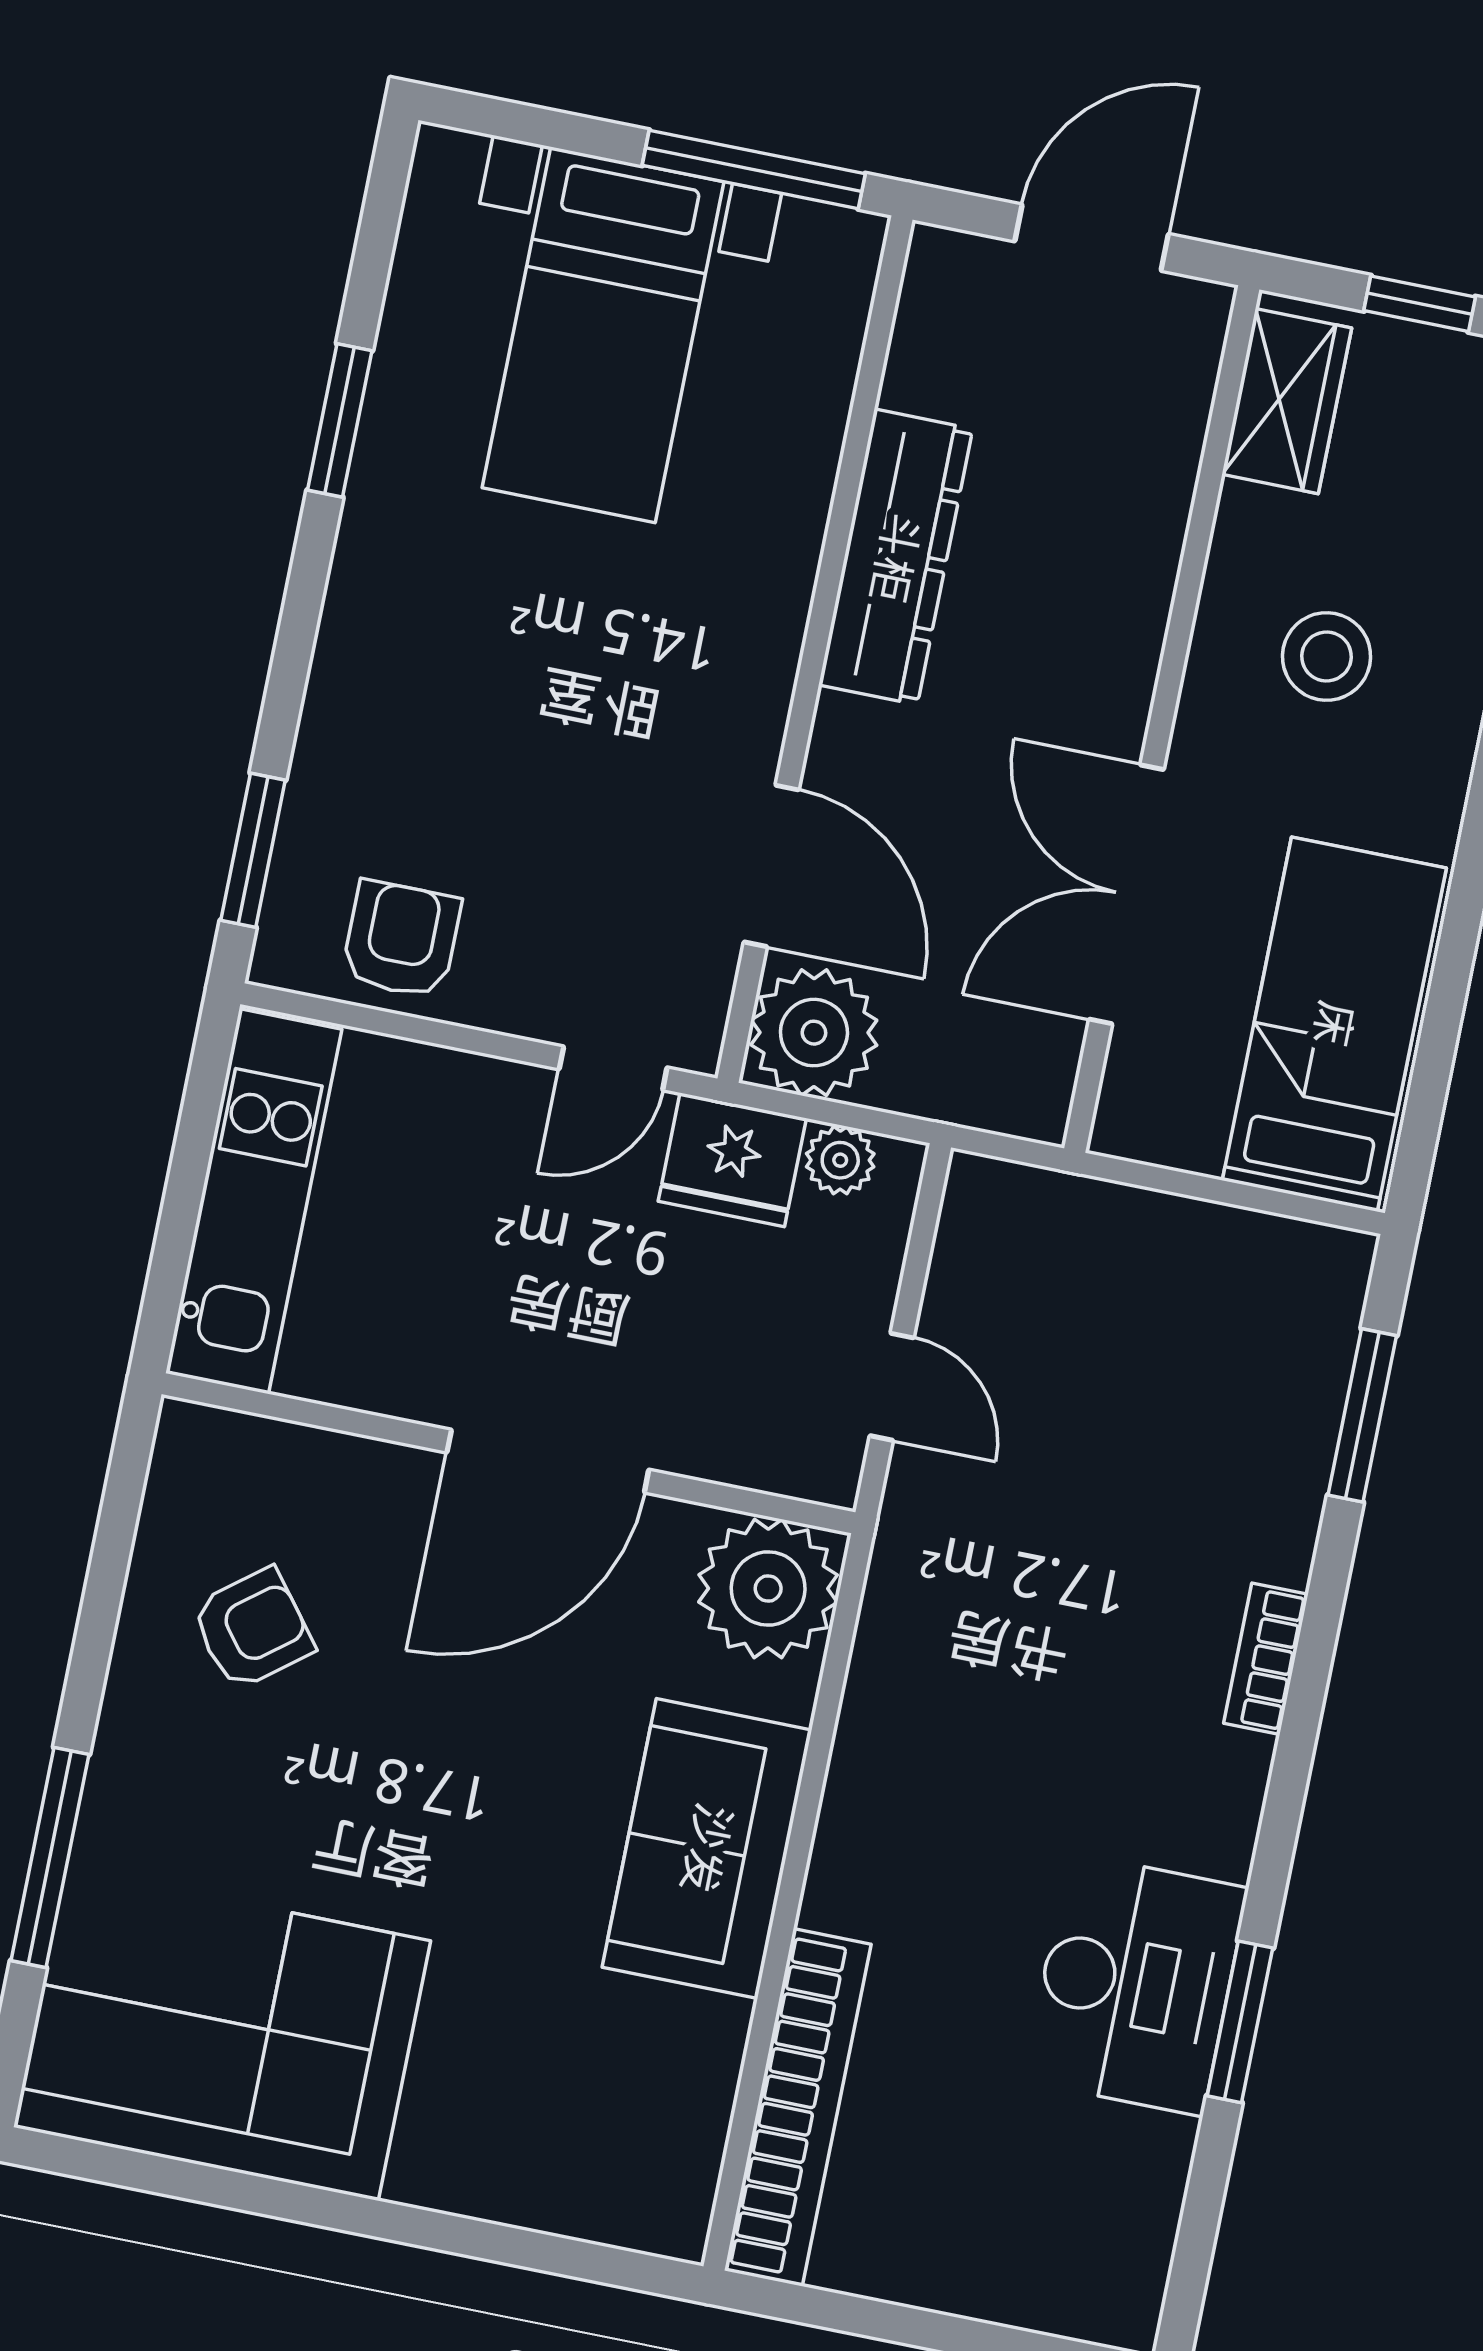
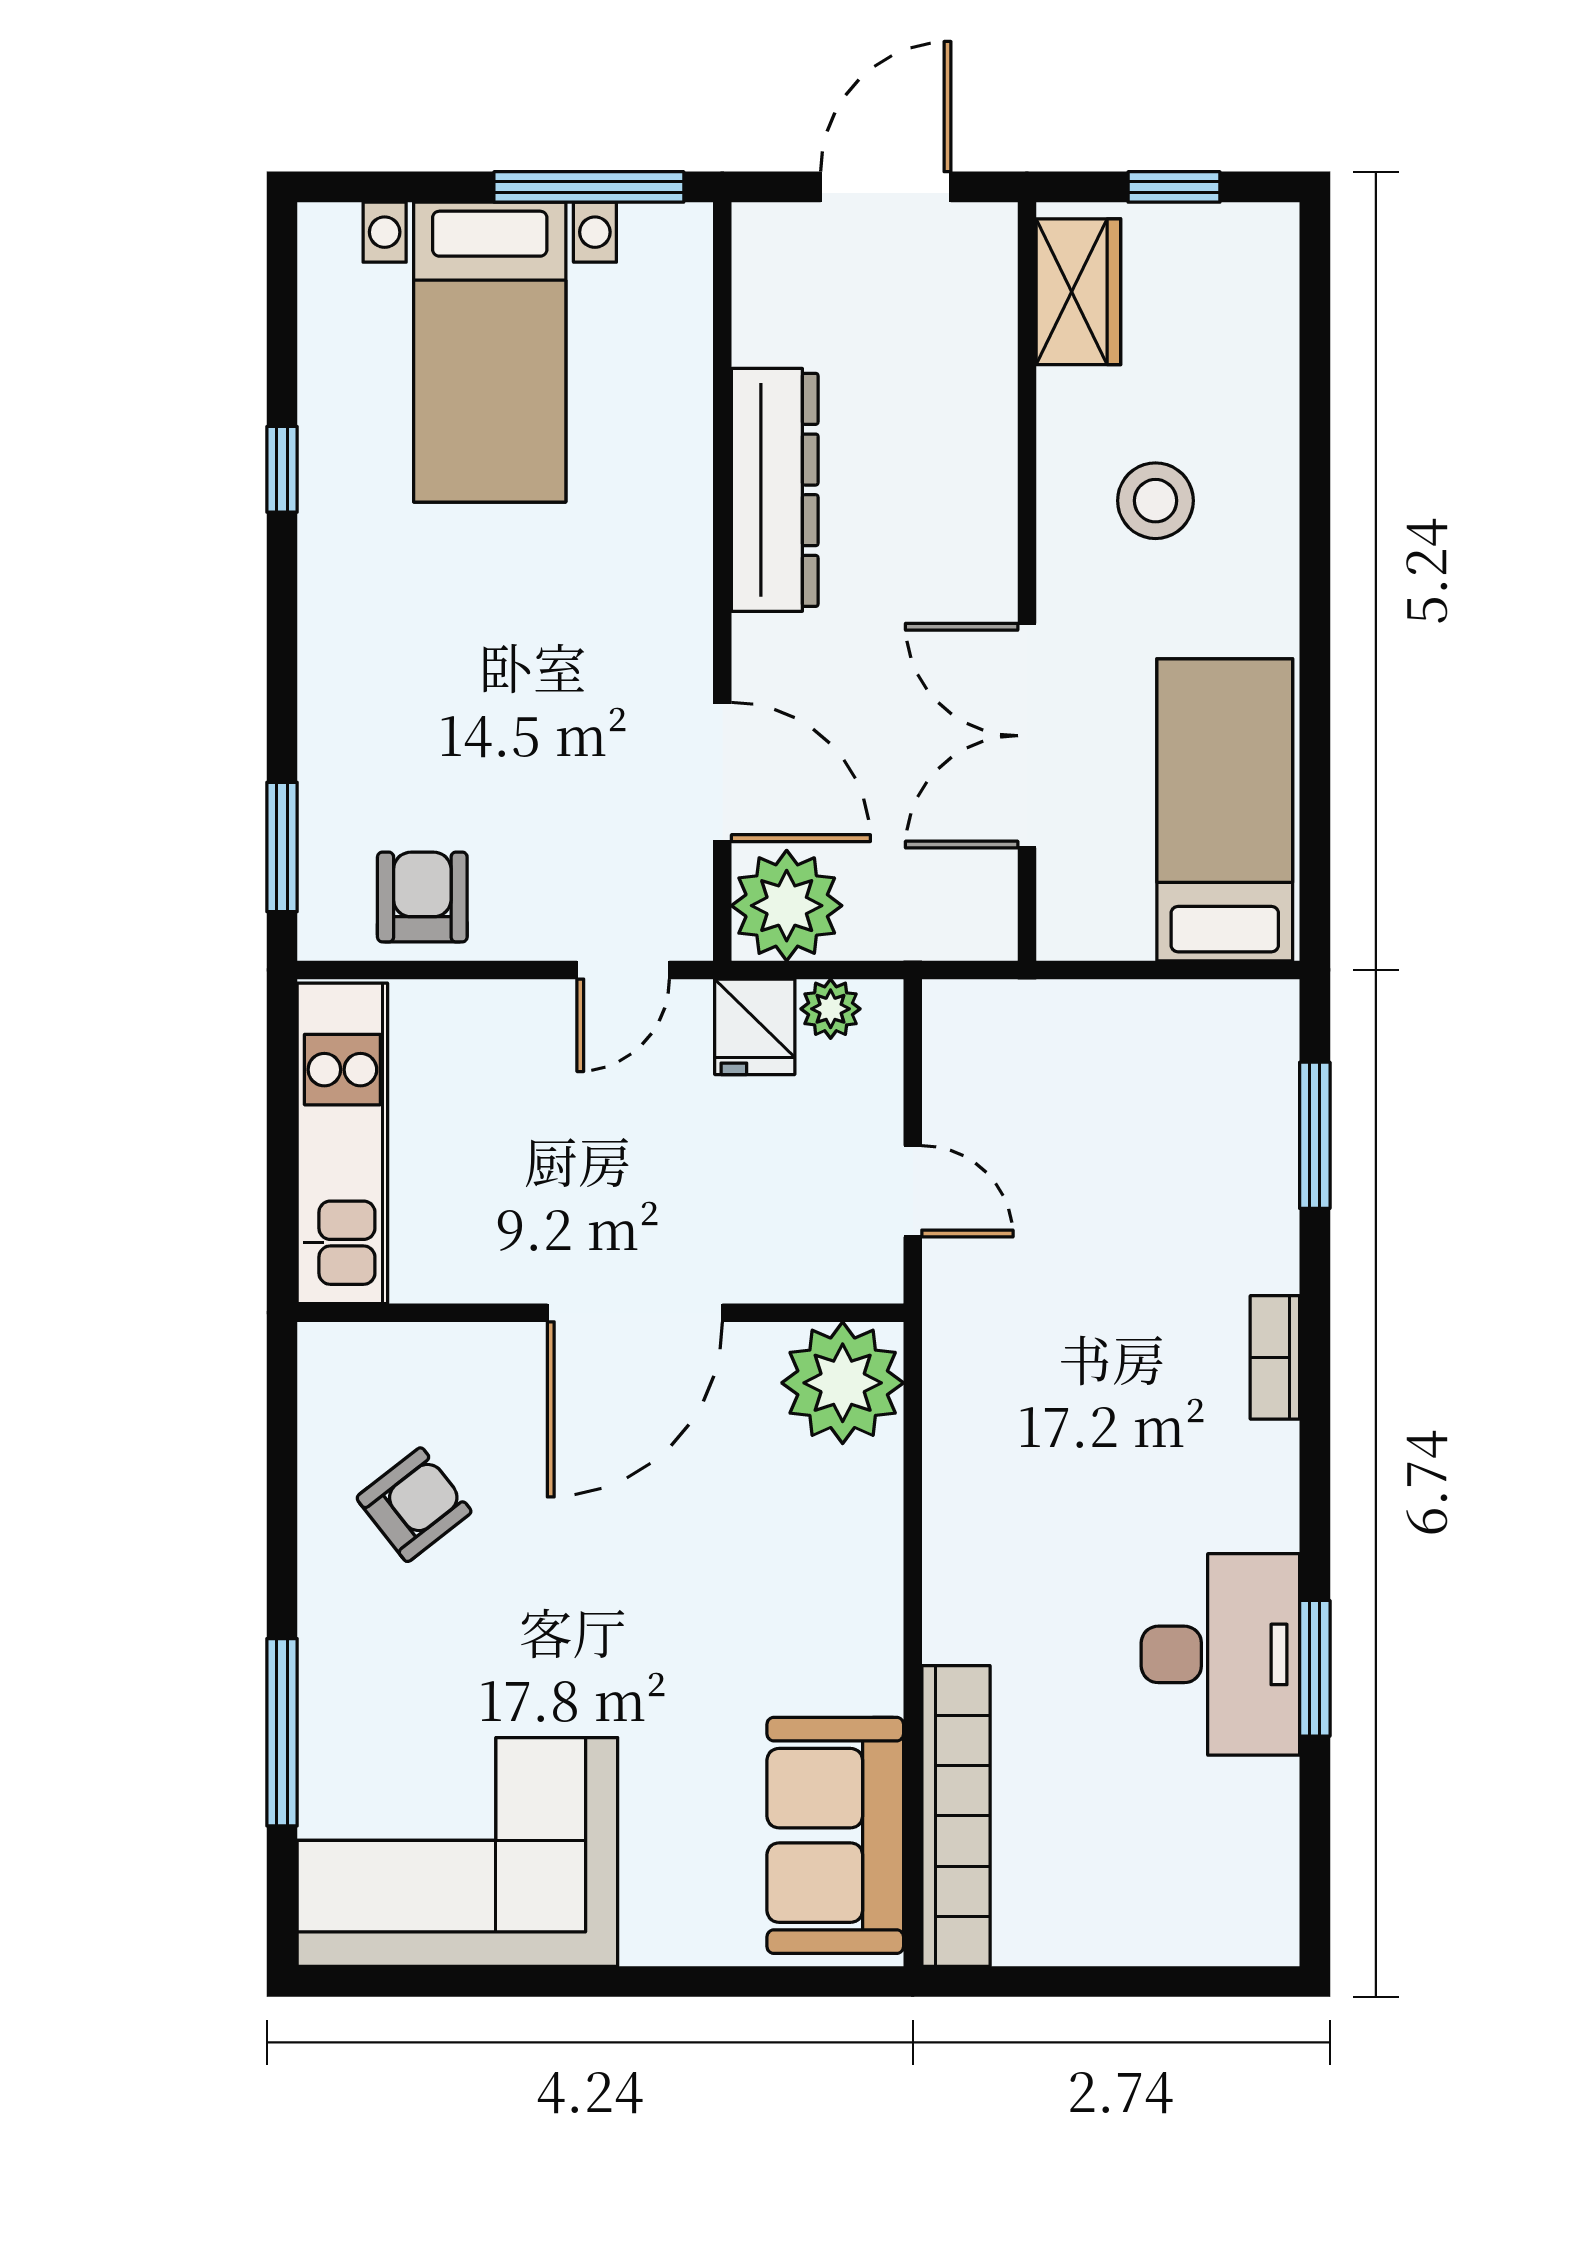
window: (340, 420) -> (282, 469), width x0.67
fridge: (732, 1160) -> (755, 1027), width x0.72
sofa: (707, 1849) -> (835, 1835), moved

